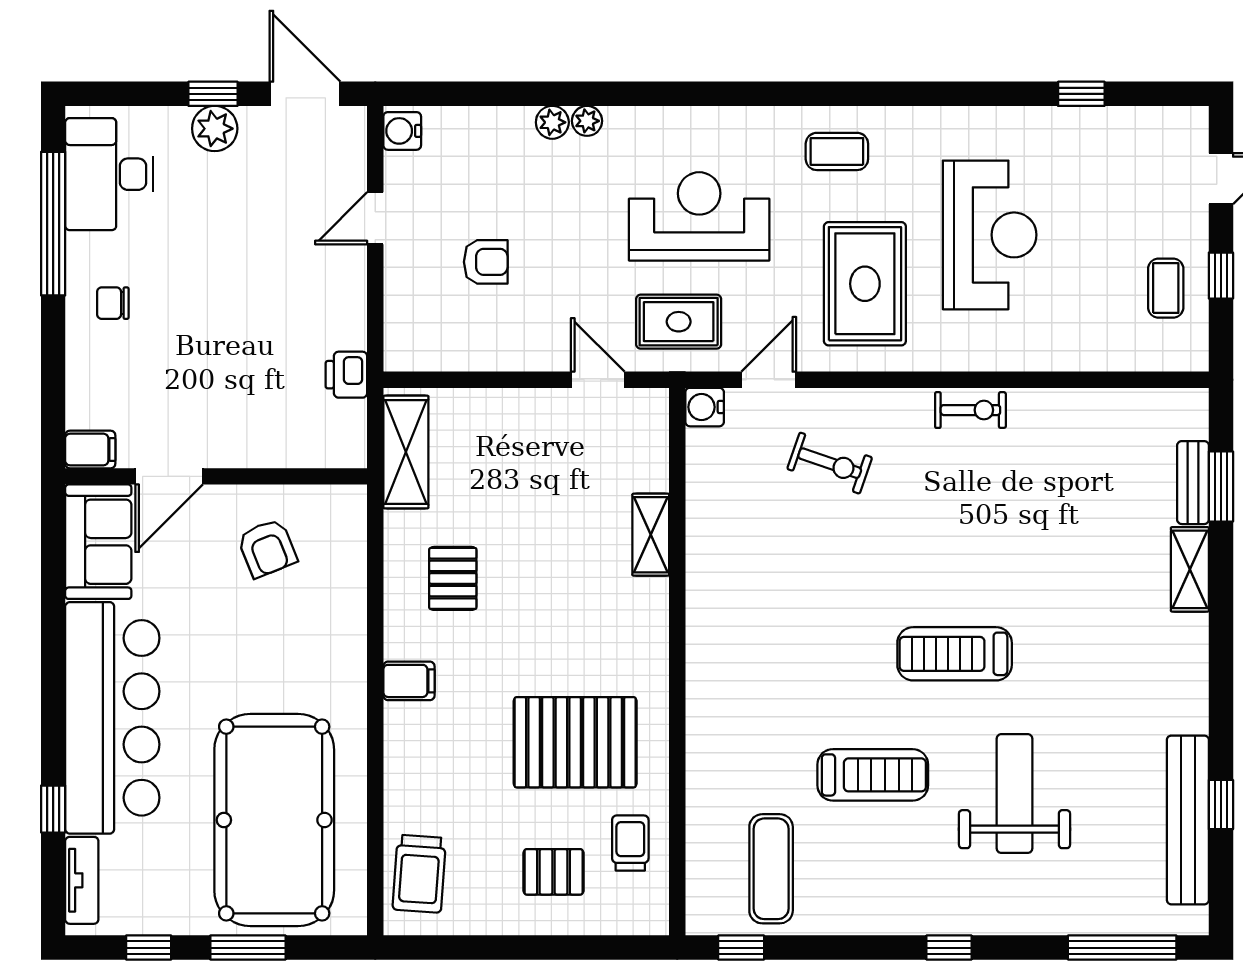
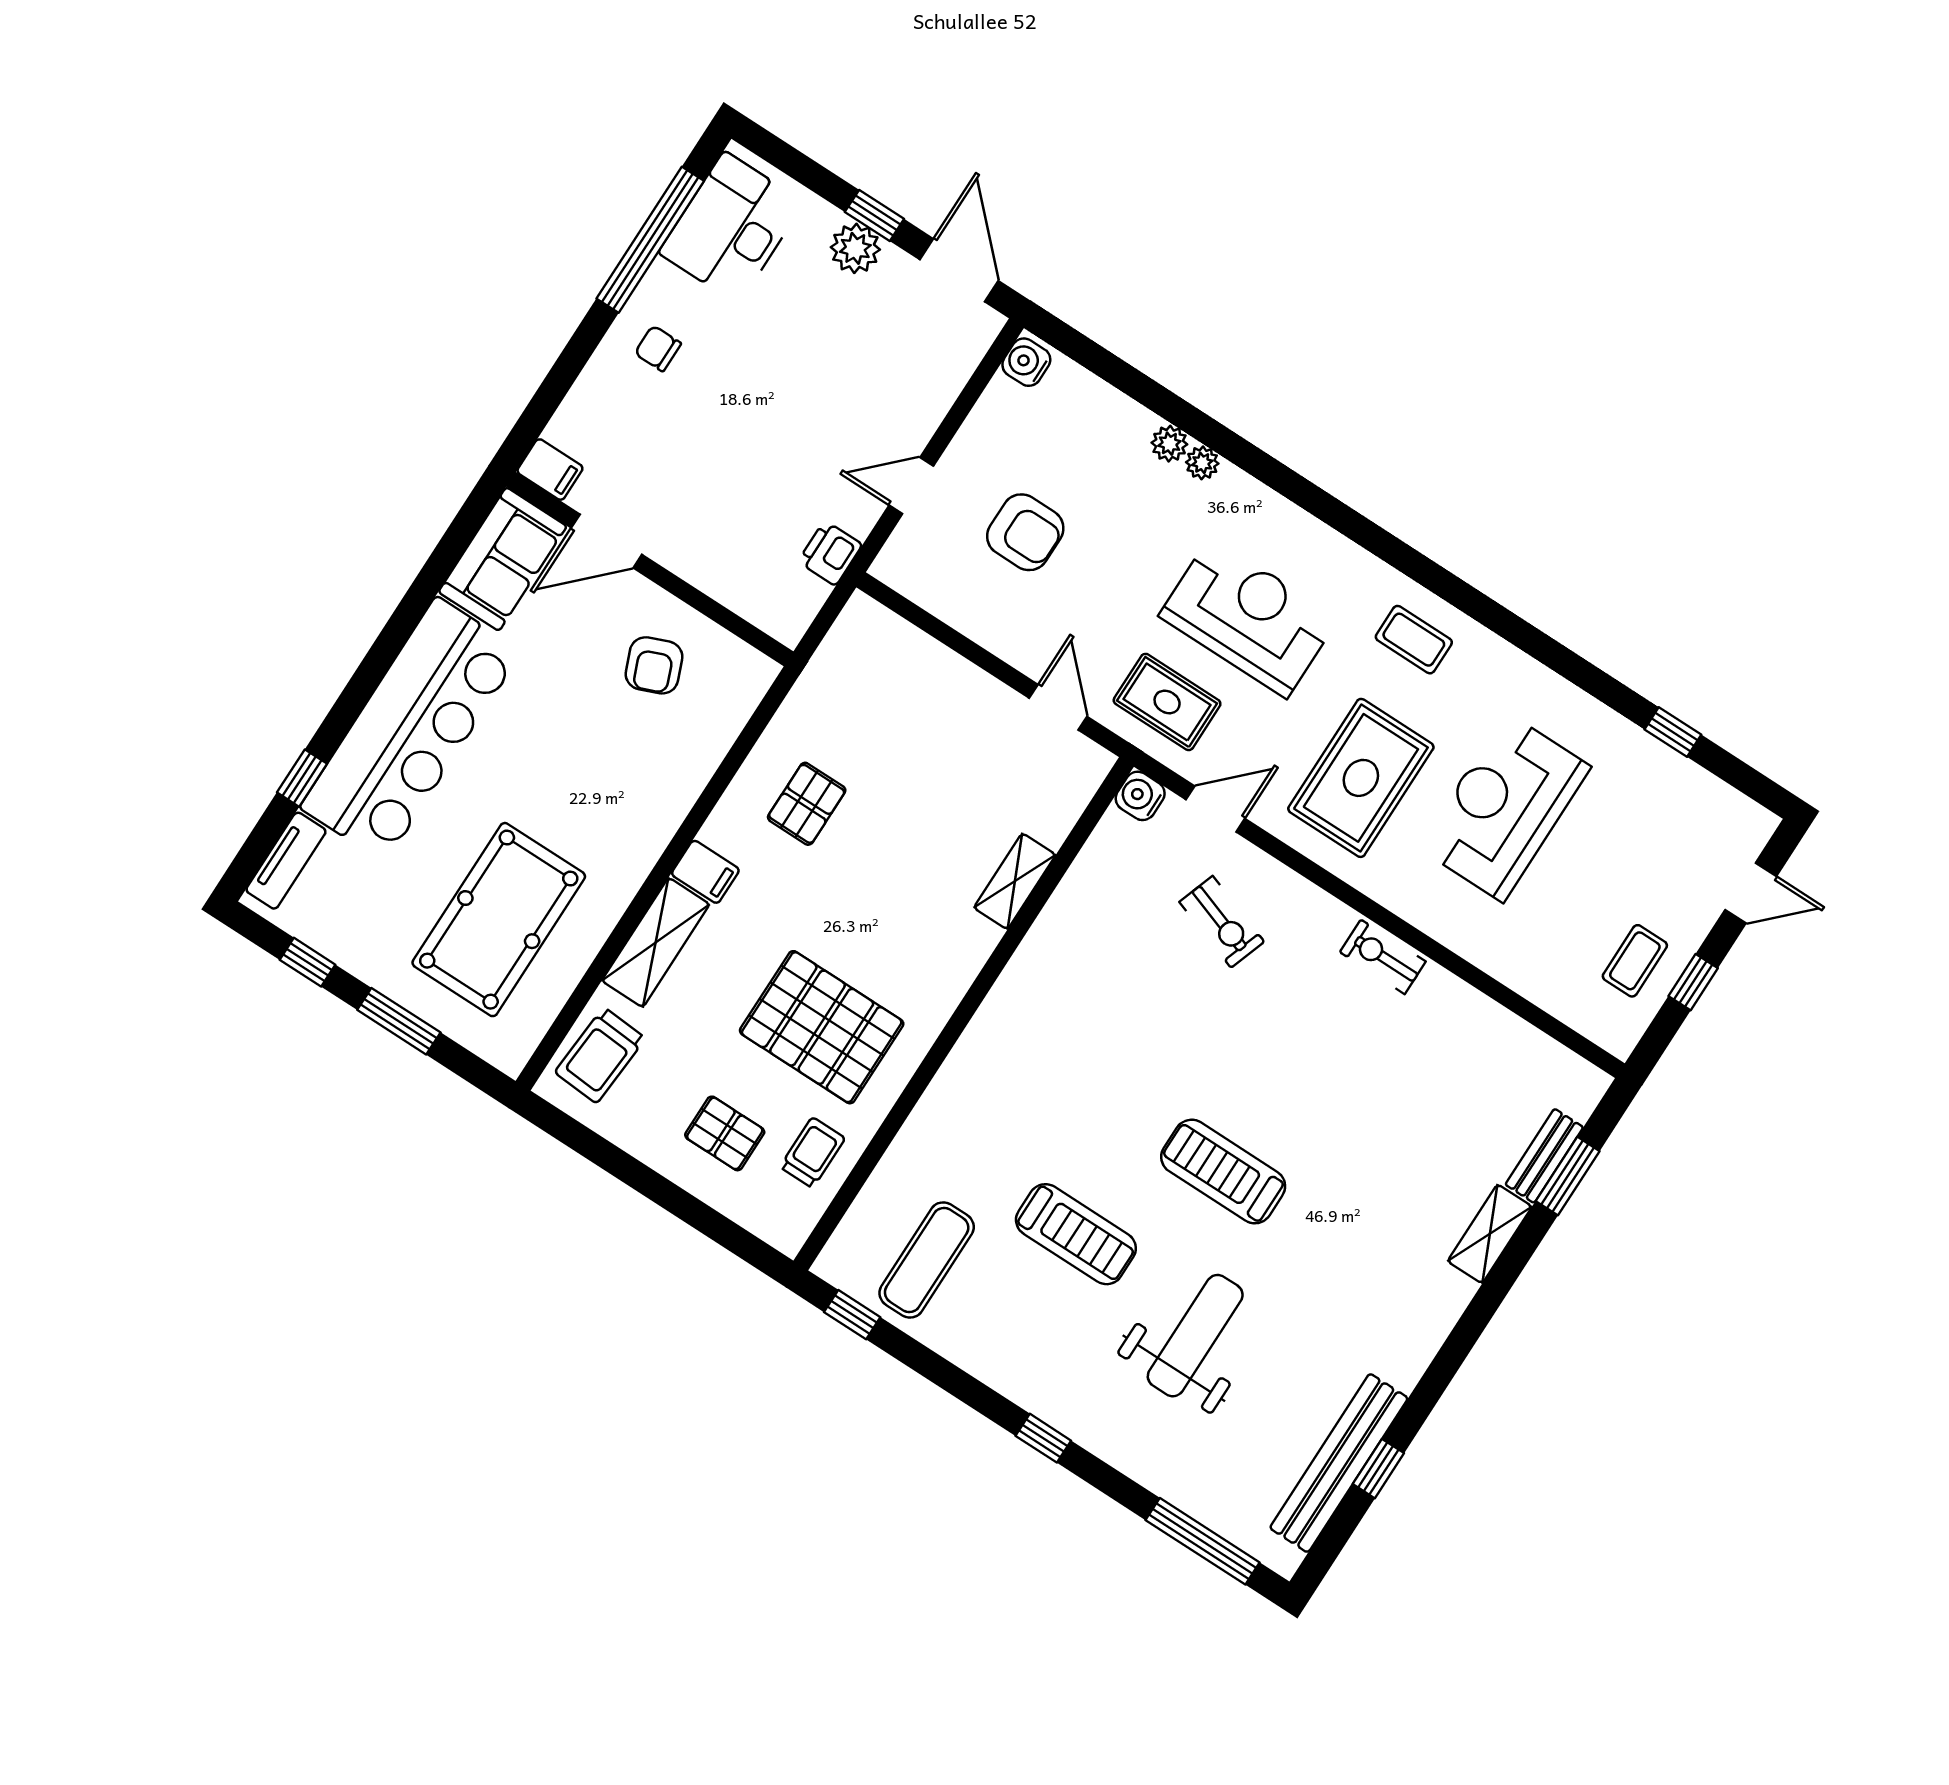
door: (375, 218) -> (911, 486), moved
reception desk: (990, 235) -> (1505, 807), turned 180
armchair: (486, 262) -> (1025, 532), width x1.38, depth x1.38
exercise bike: (970, 410) -> (1383, 957), turned 180
shelving: (406, 452) -> (656, 942), moved
pool table: (274, 820) -> (499, 920), width x0.73, depth x0.76

